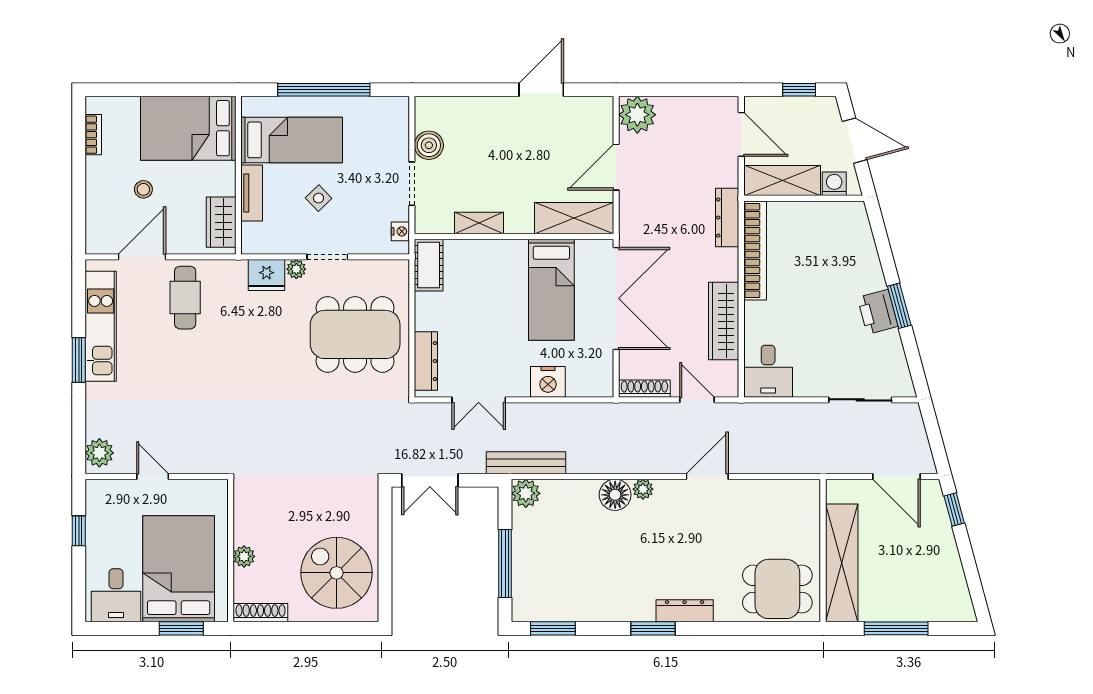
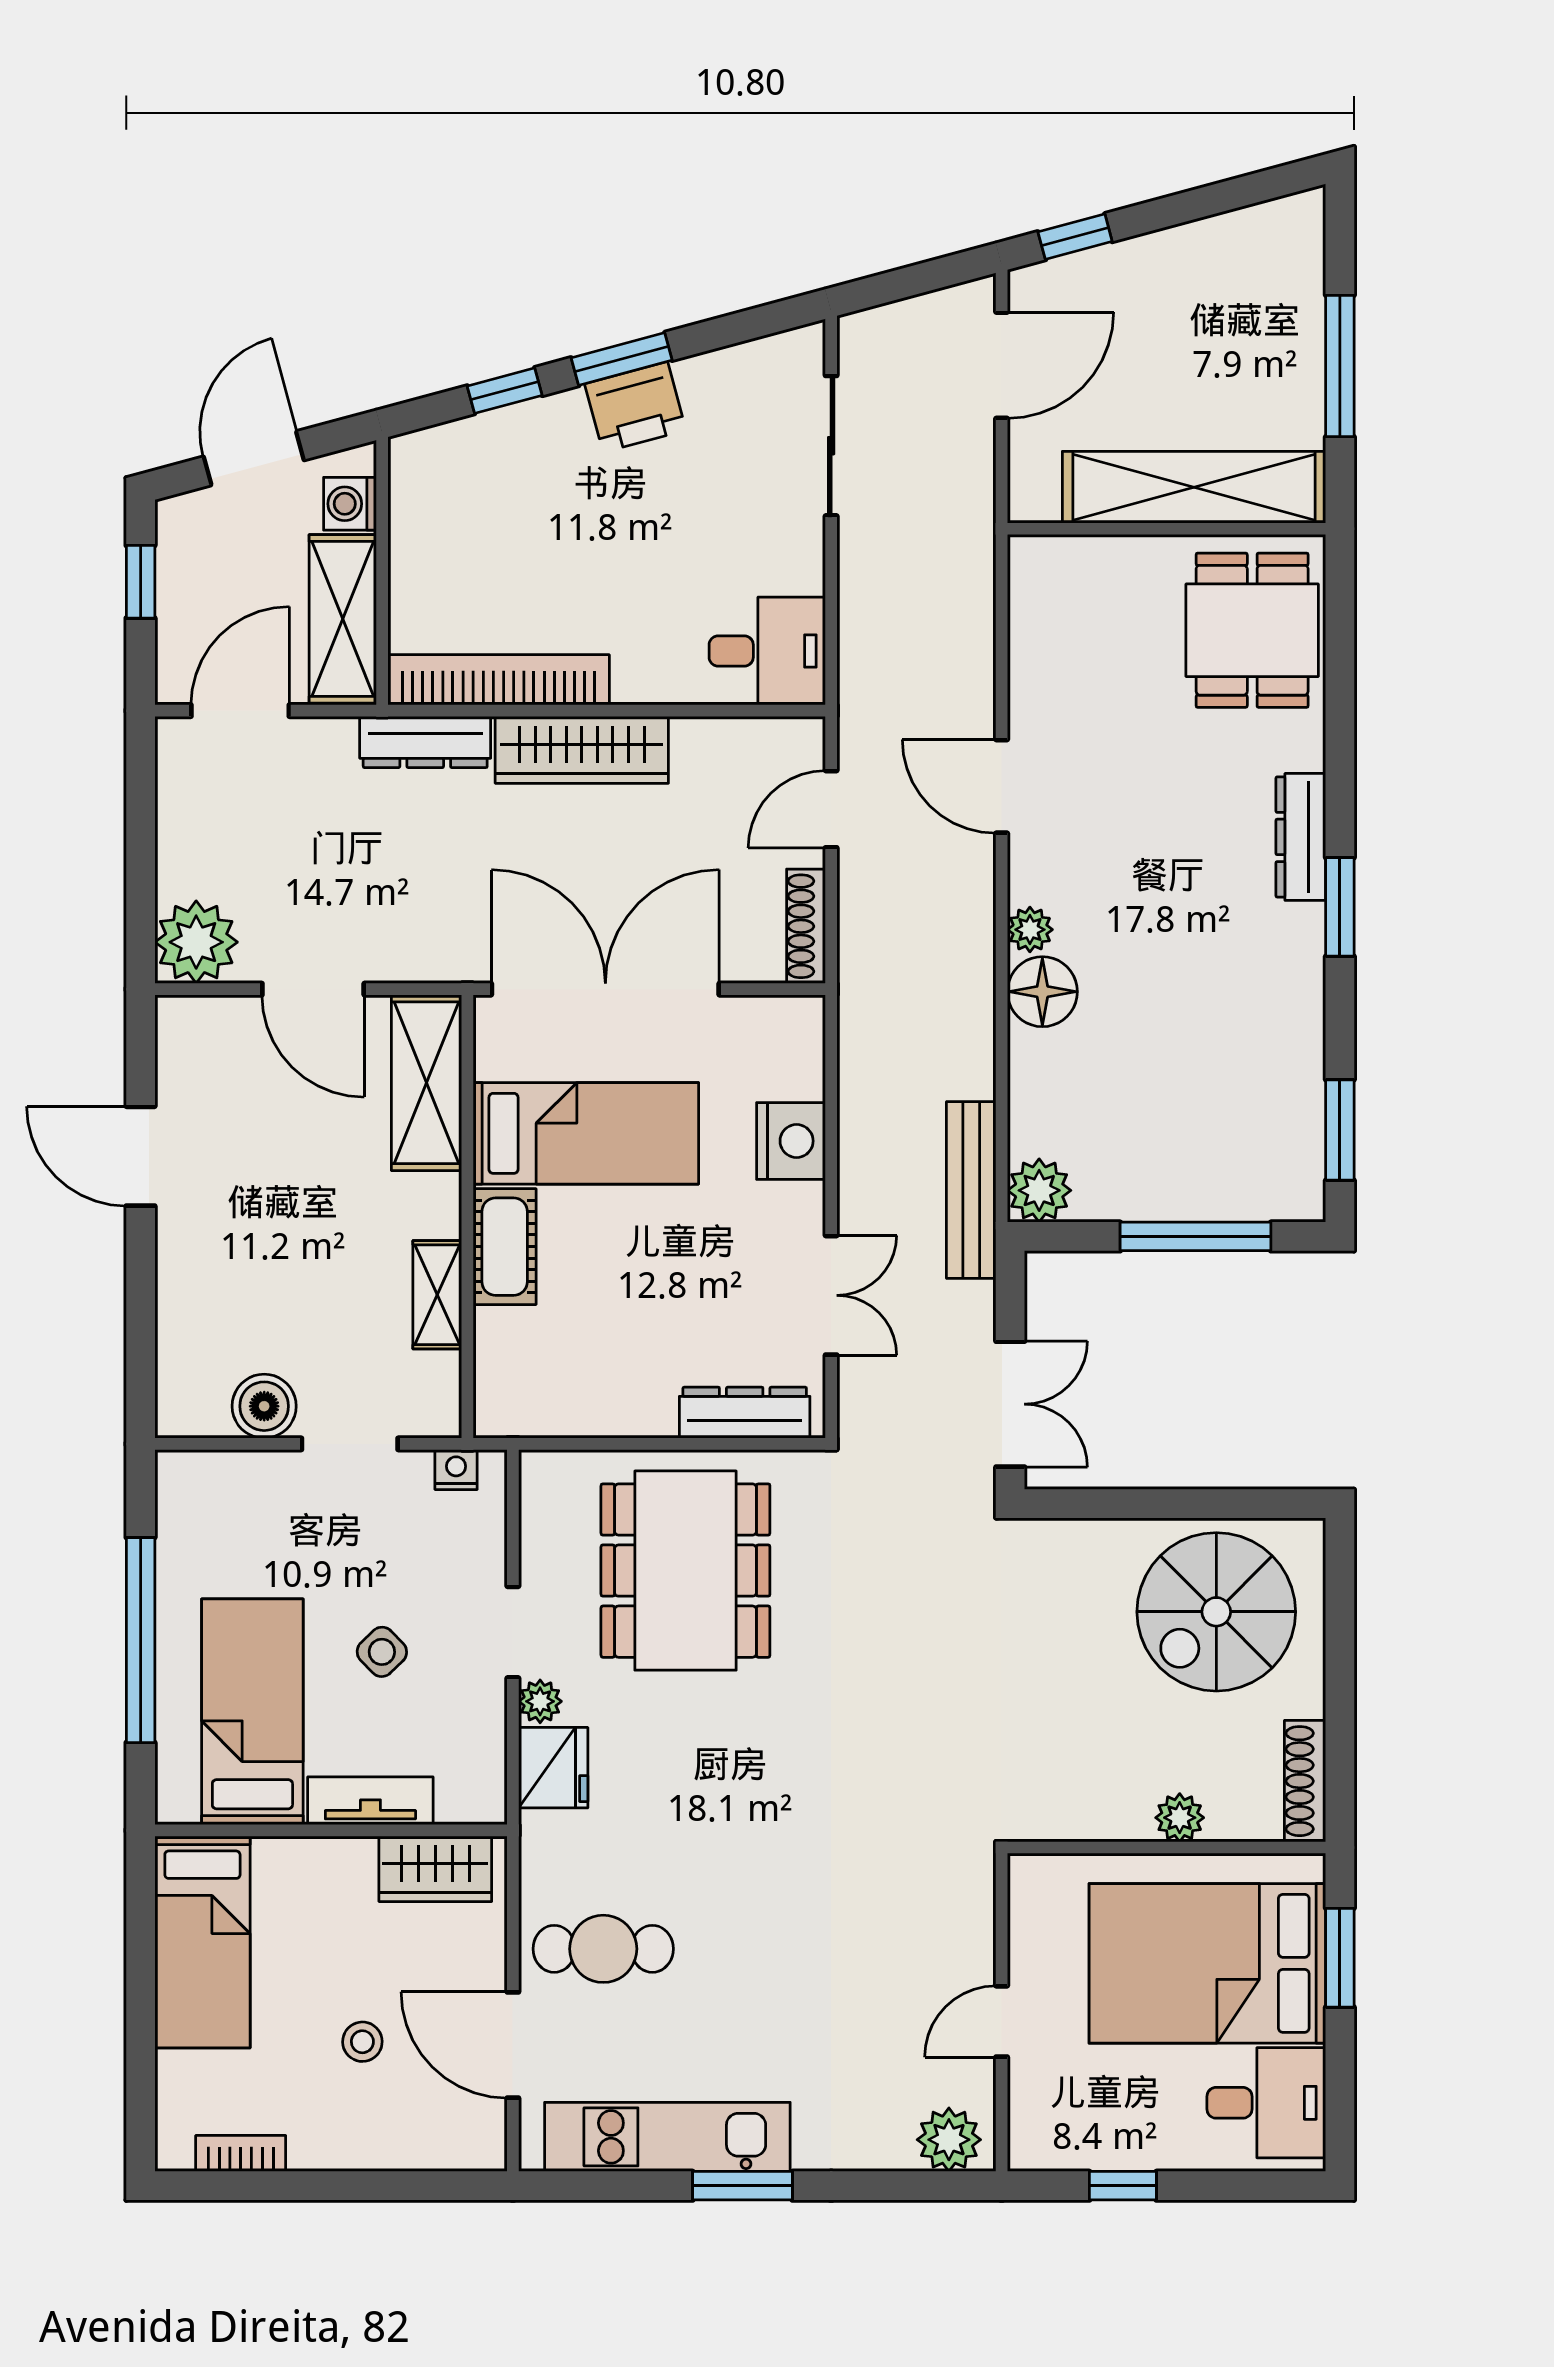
bed: (188, 128) -> (202, 1942), width x0.67
window: (885, 253) -> (505, 391), added
cot: (429, 265) -> (505, 1247), moved, turned 90
wardrobe: (724, 321) -> (582, 750), moved

